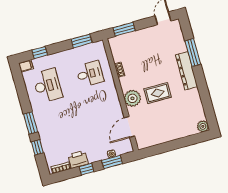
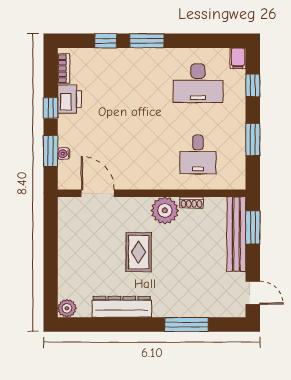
bench: (131, 38) -> (236, 234), added
window: (82, 41) -> (253, 140), moved
dresser: (187, 71) -> (122, 307), moved
plant: (132, 98) -> (165, 210), moved

